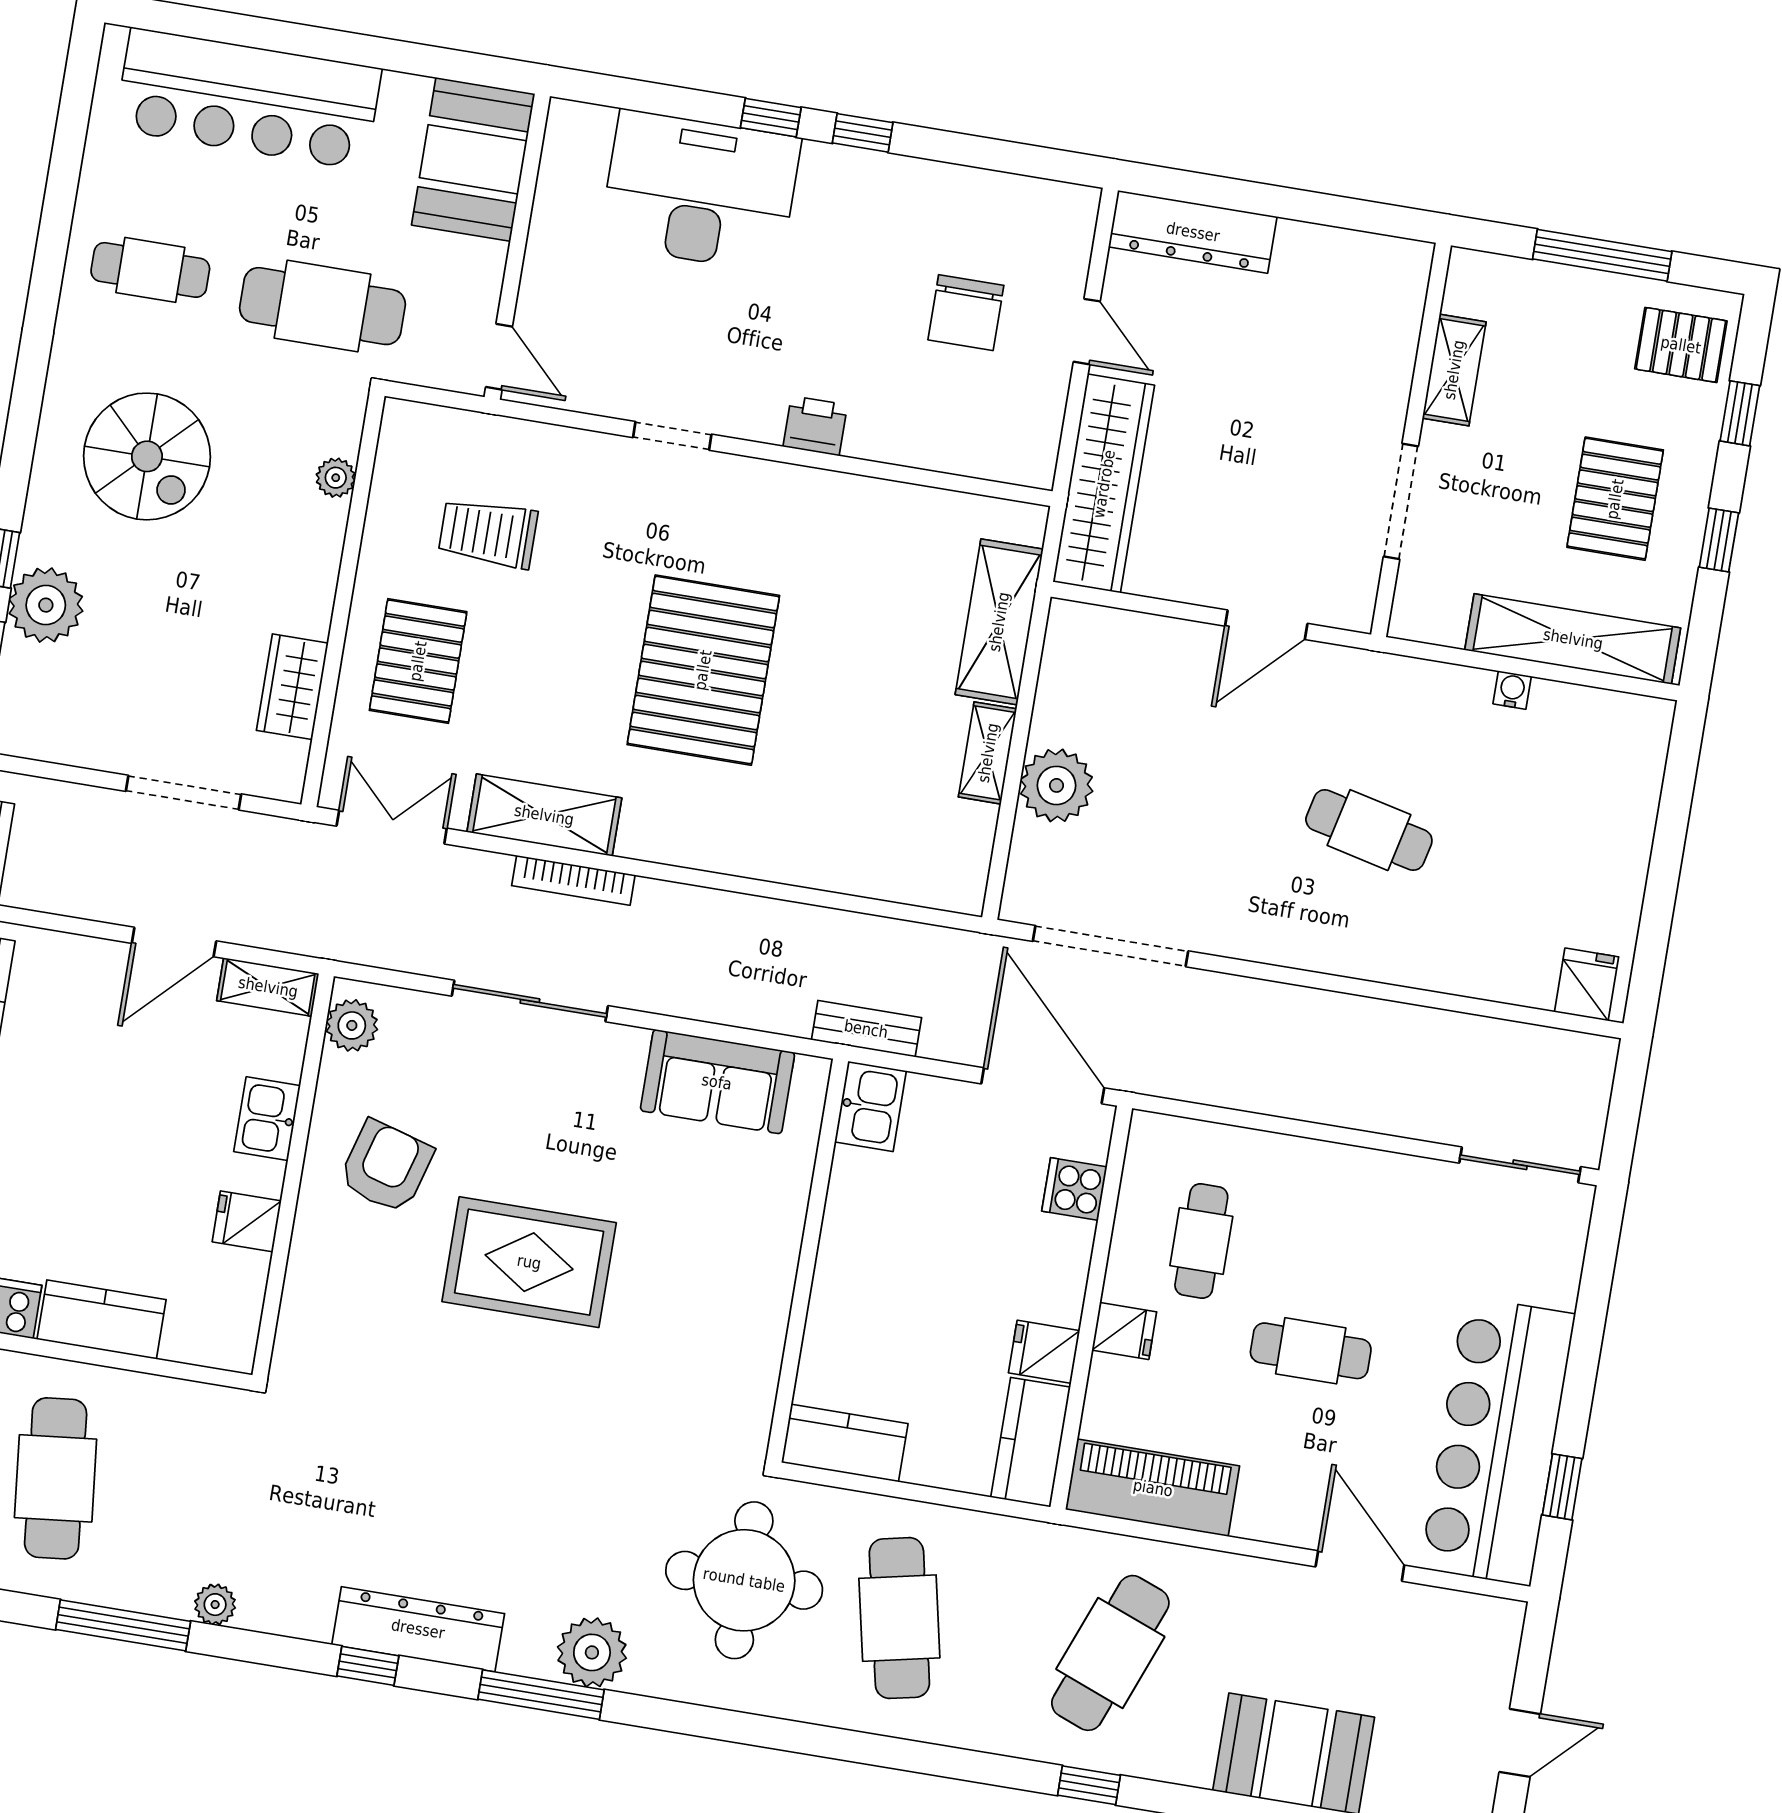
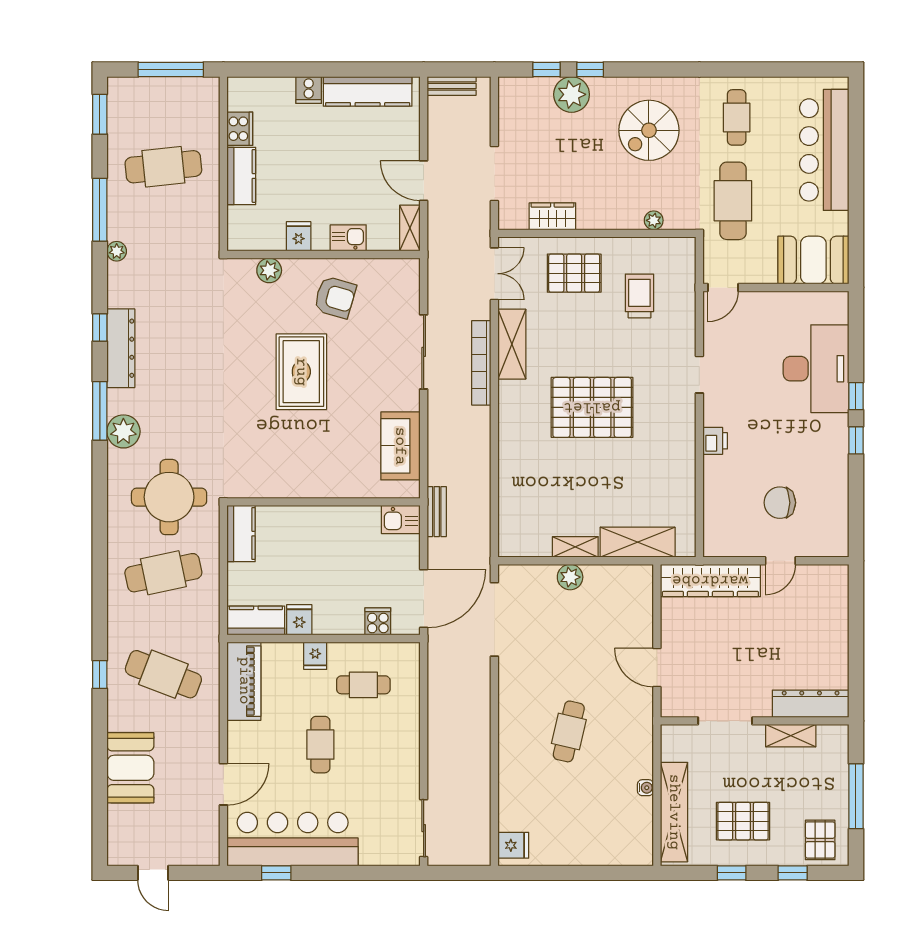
dresser: (1193, 232) -> (811, 704), moved, turned 90
plant: (1056, 785) -> (570, 577), width x0.73, depth x0.73
bookcase: (573, 880) -> (481, 363), width x1.48, depth x1.31
plant: (352, 1025) -> (269, 270), moved

